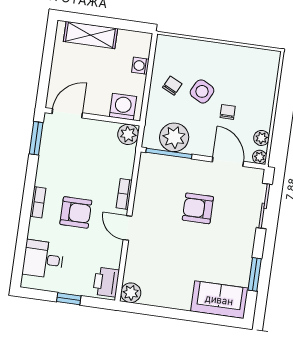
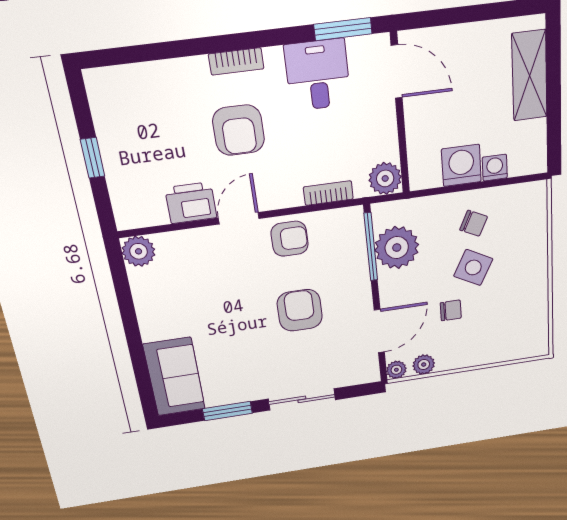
washing machine: (123, 107) -> (461, 165), moved, turned -90
bookcase: (124, 194) -> (328, 193), moved
armchair: (149, 202) -> (290, 239), added
sliding door: (264, 206) -> (302, 399), moved
desk: (43, 259) -> (318, 75), moved
printer: (106, 282) -> (191, 203), moved

